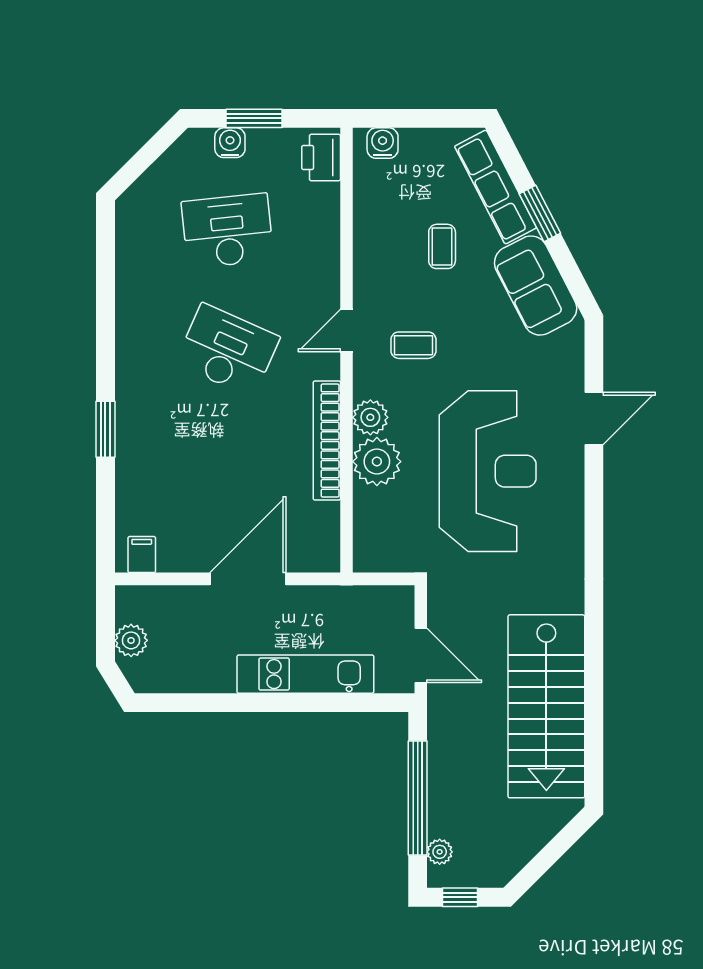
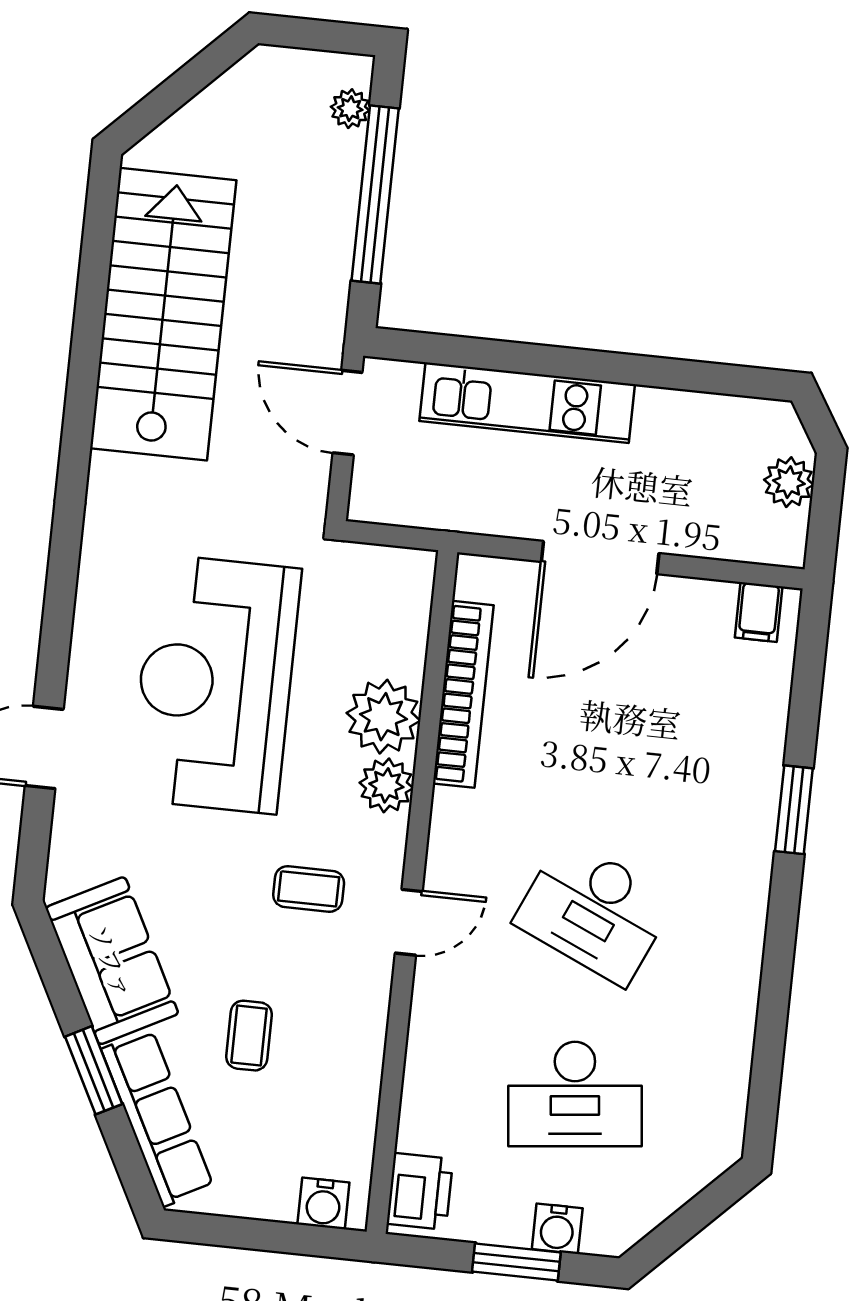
bookcase: (327, 441) -> (463, 694), moved
window: (460, 897) -> (326, 36), removed

